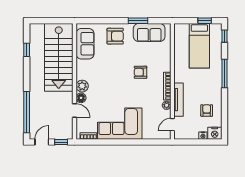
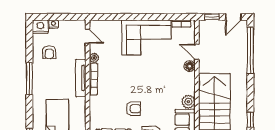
armchair: (140, 72) -> (133, 109), moved
window: (225, 74) -> (29, 79), moved
plant: (82, 86) -> (188, 102), moved
tv unit: (179, 100) -> (81, 78), moved
door: (172, 125) -> (88, 36), hinge flipped

